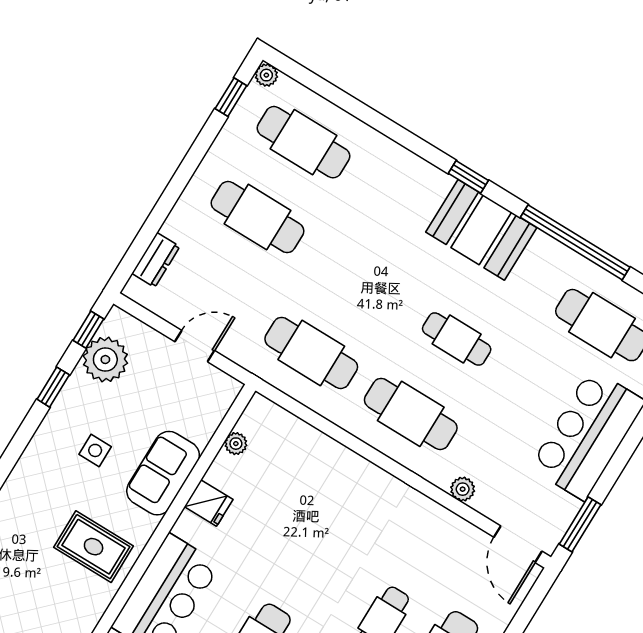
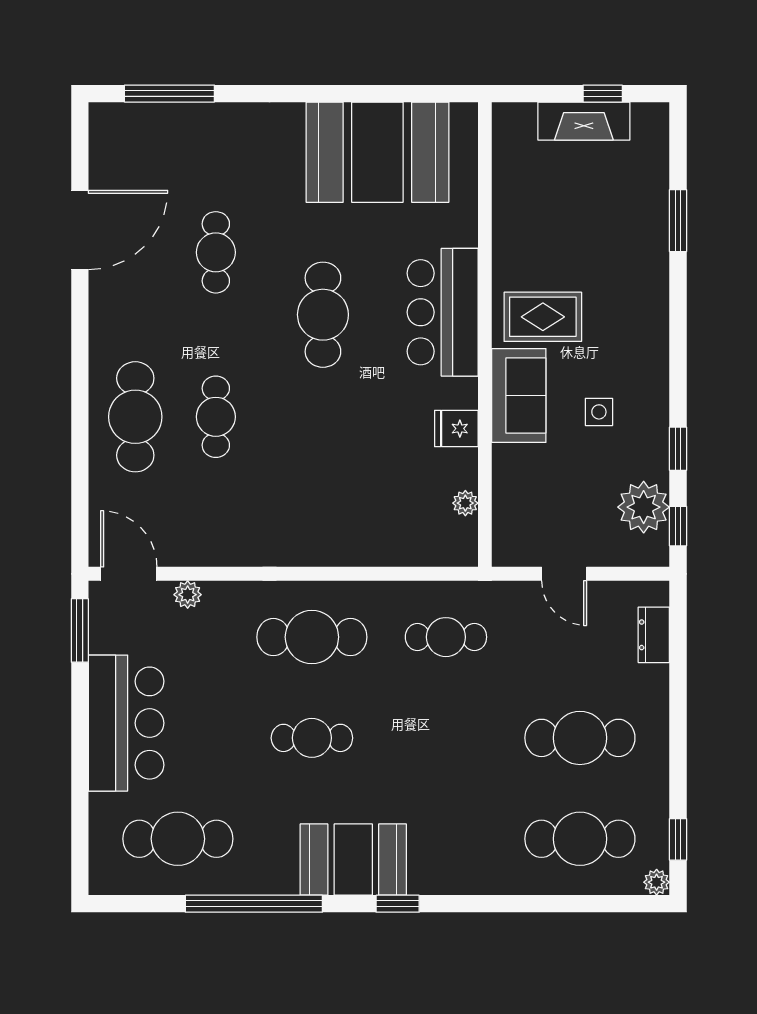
door: (195, 346) -> (564, 574), hinge flipped
cafe table: (311, 353) -> (446, 637), width x0.73, depth x0.74
sofa: (163, 473) -> (519, 396), moved
plant: (463, 489) -> (188, 595), moved

